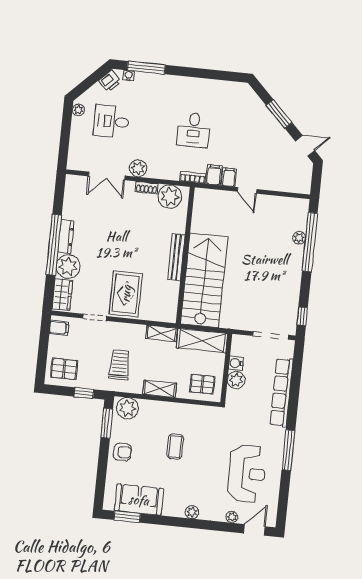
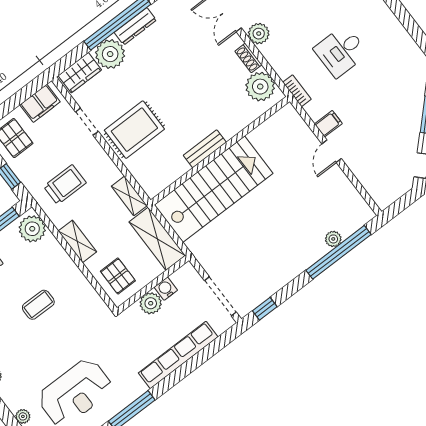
filing cabinet: (214, 175) -> (318, 108), removed
bench: (176, 257) -> (205, 149), width x0.73
filing cabinet: (59, 328) -> (40, 103), width x2.00

